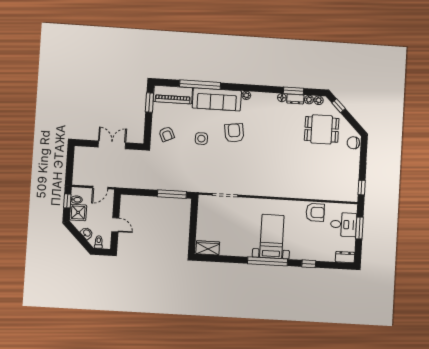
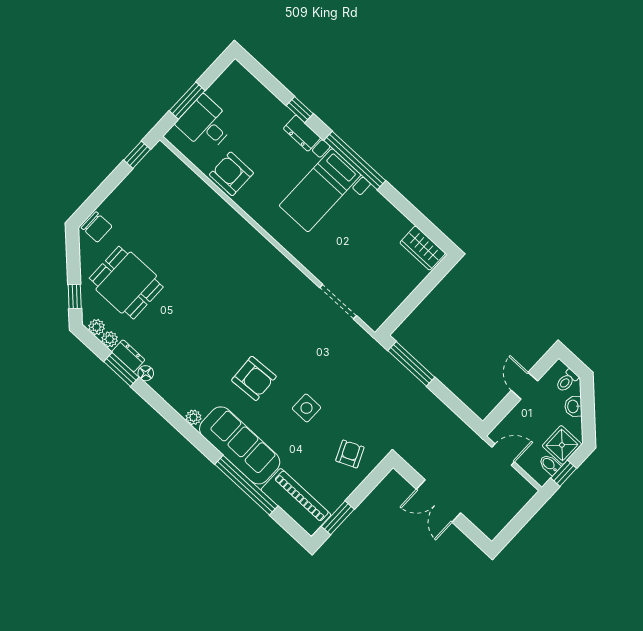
armchair: (234, 133) -> (254, 378), turned -85
dresser: (345, 257) -> (302, 133), moved

